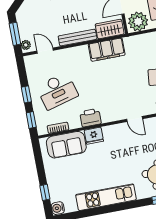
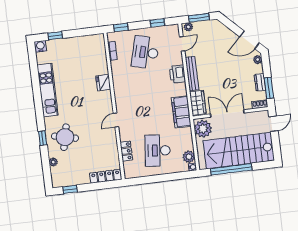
filing cabinet: (107, 50) -> (181, 112), moved
desk: (57, 91) -> (145, 52), turned 30
window: (26, 94) -> (157, 23), moved
printer: (90, 118) -> (177, 74), moved, turned 180
sofa: (66, 145) -> (97, 57), removed

